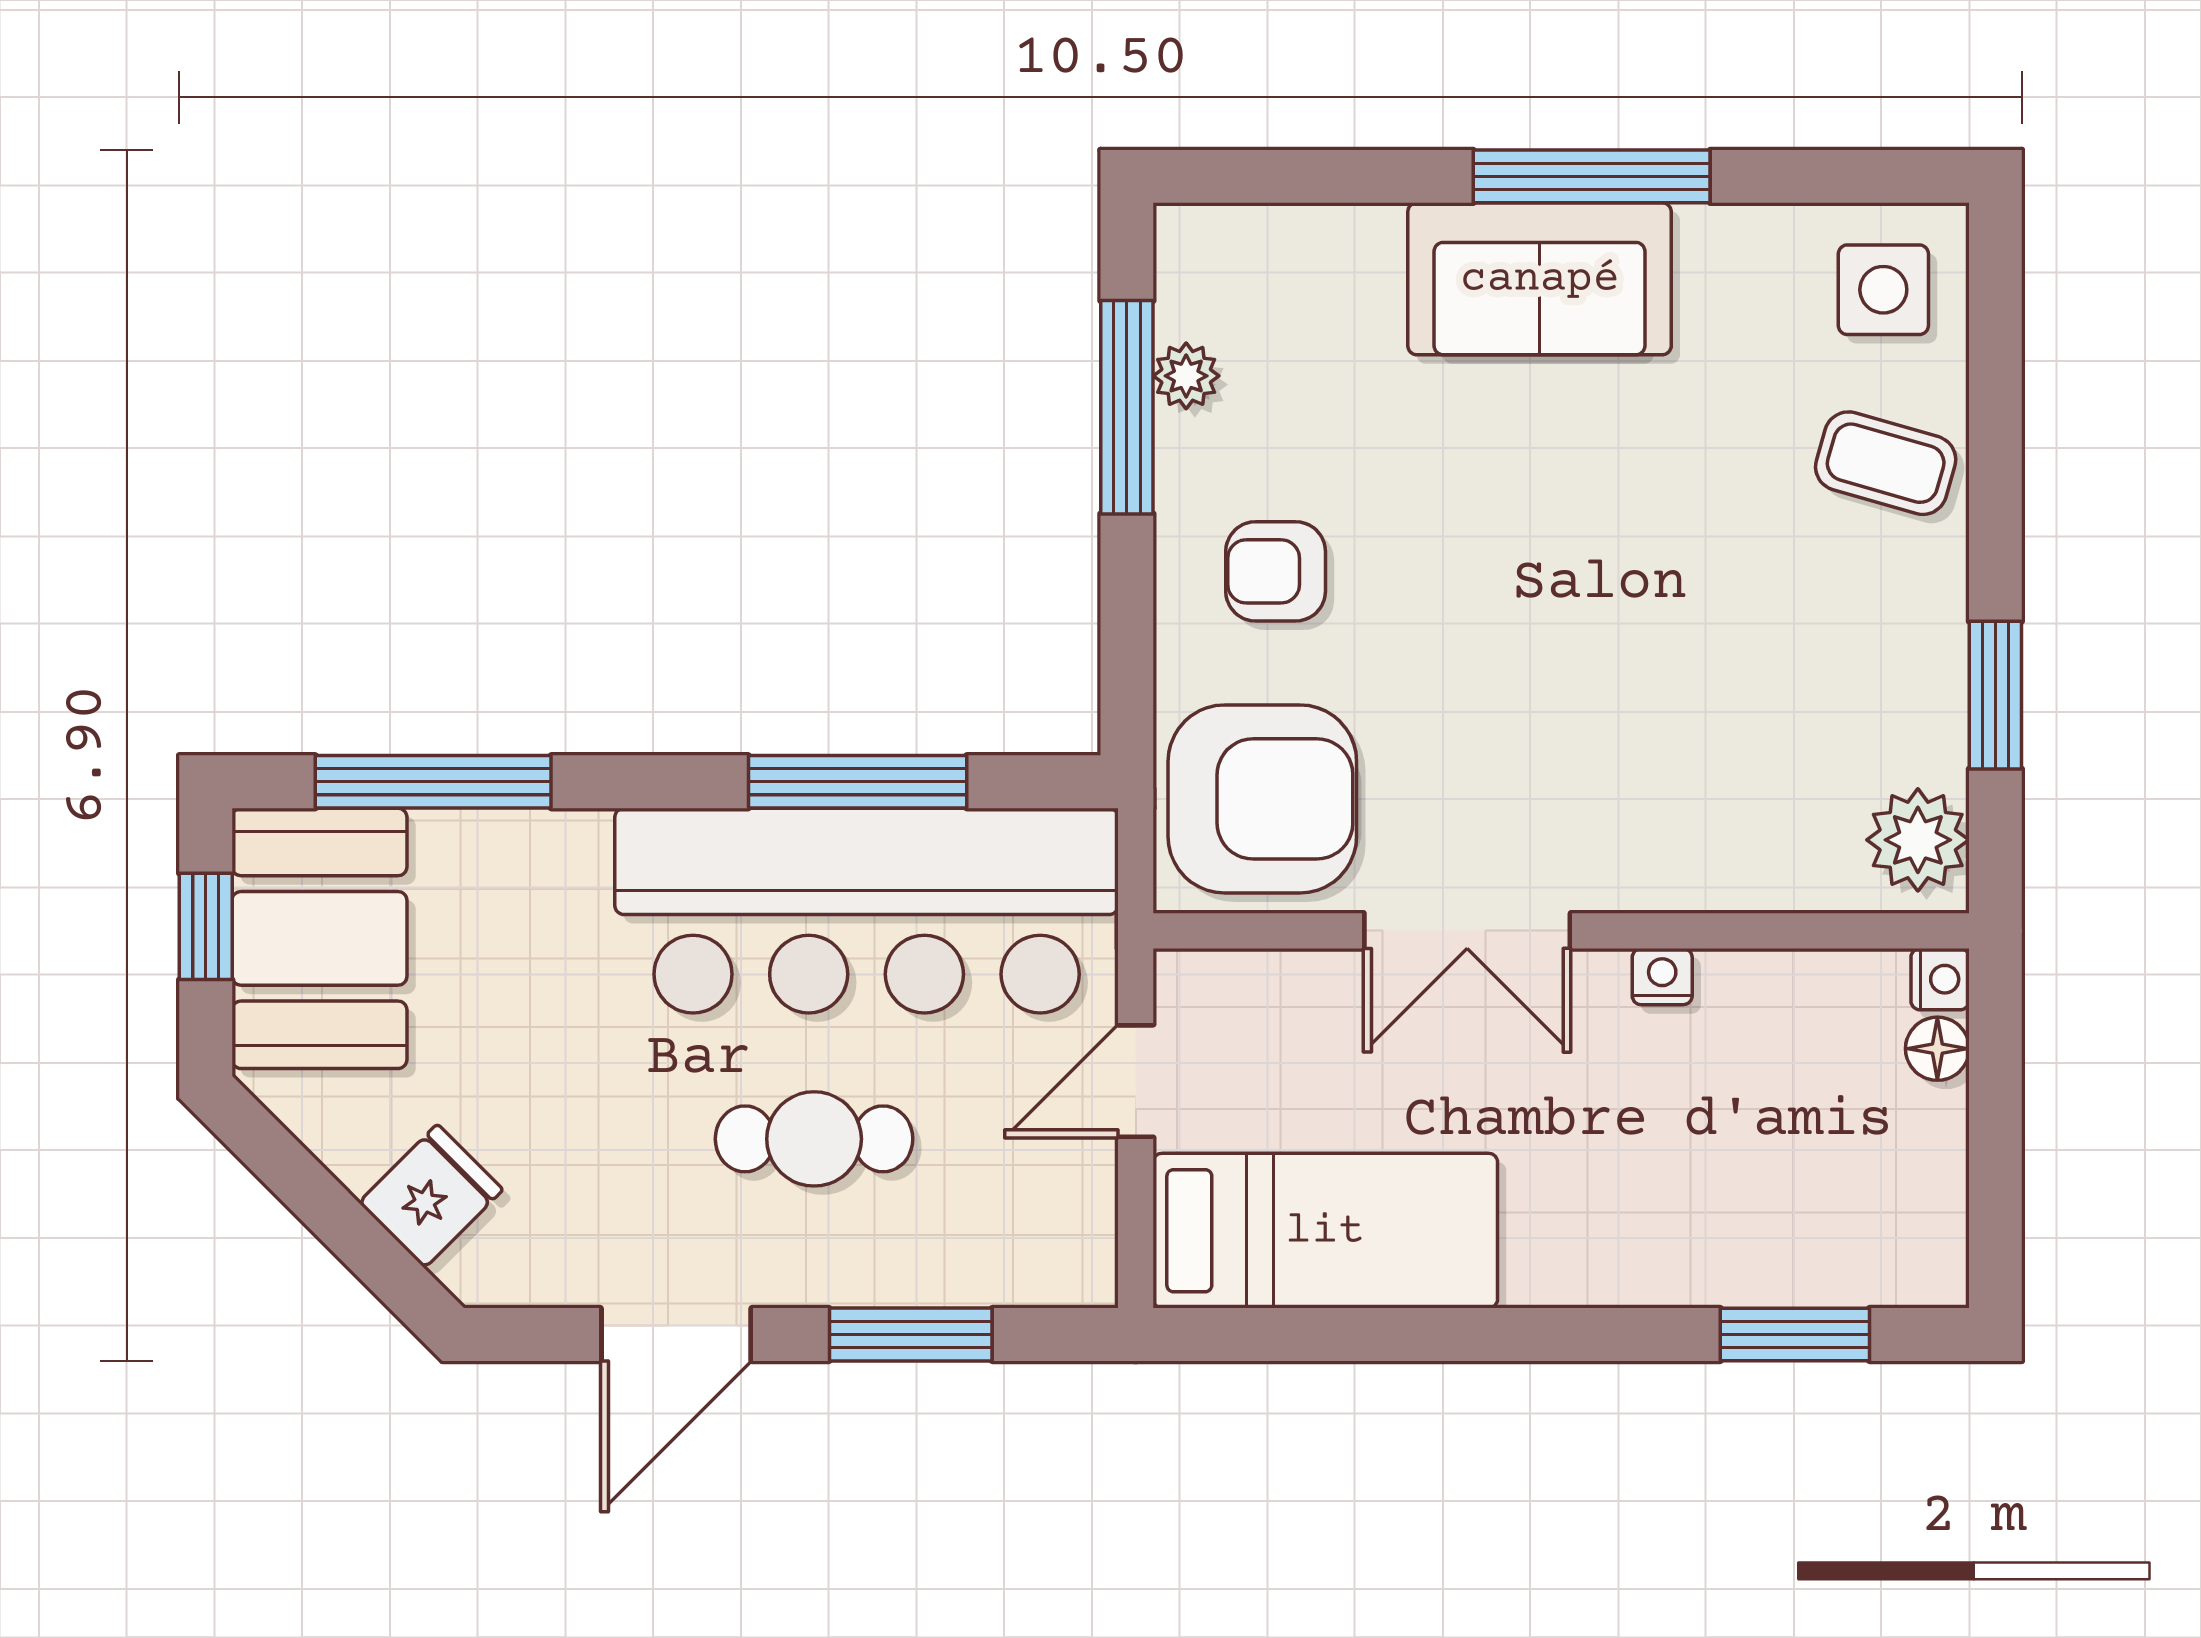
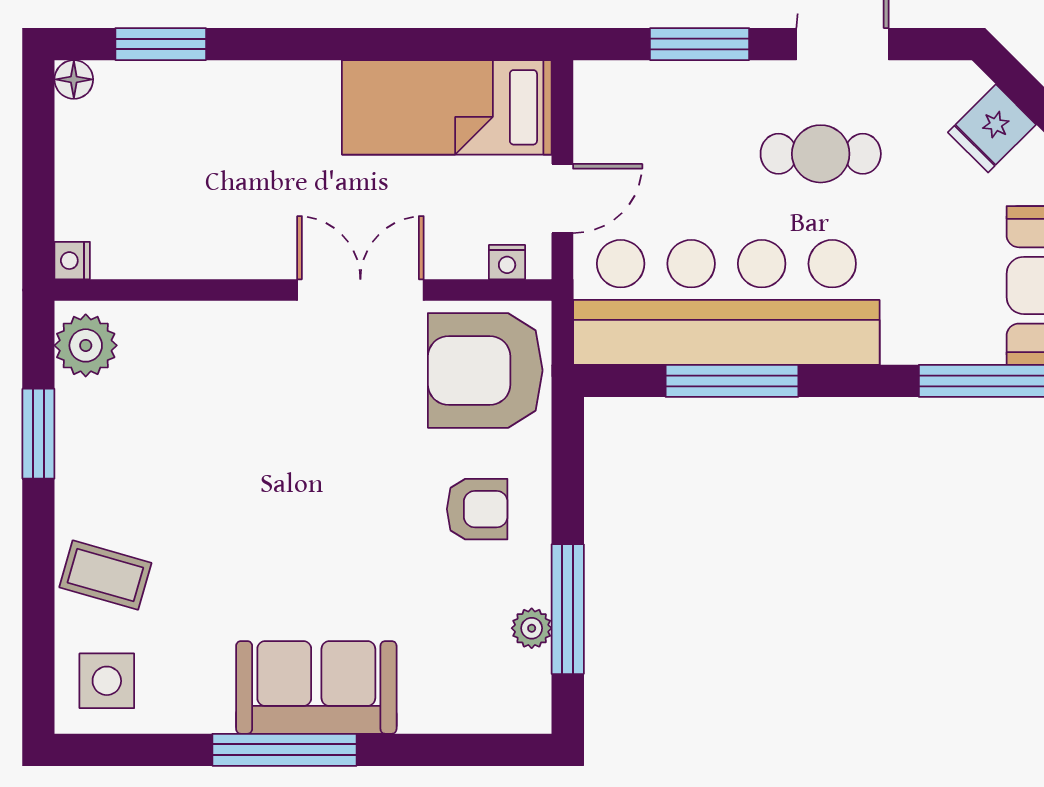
nightstand: (1662, 977) -> (507, 262), moved
floor lamp: (1937, 1049) -> (74, 79), moved
cafe table: (814, 1139) -> (821, 154), moved

